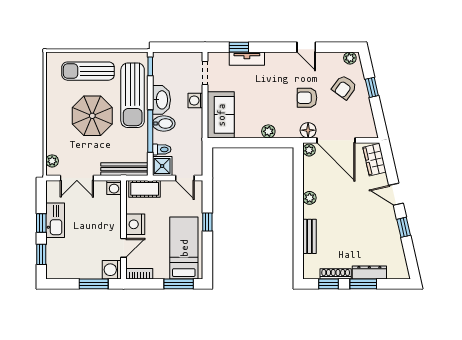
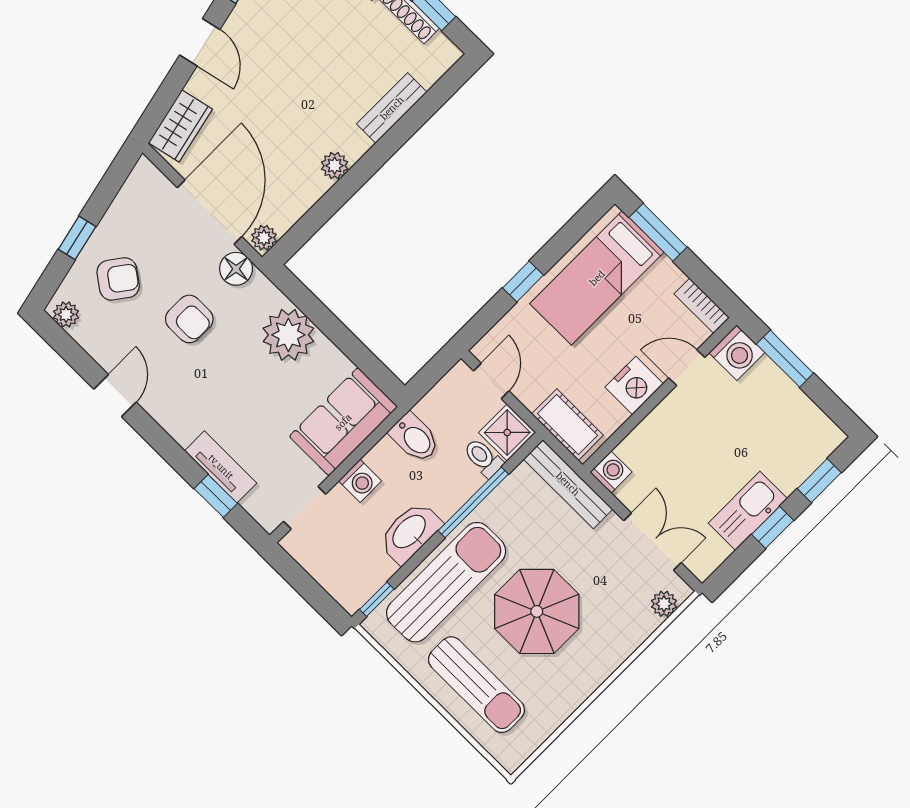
bidet: (164, 124) -> (415, 438), moved, turned 180
plant: (268, 131) -> (288, 335), width x1.87, depth x1.87

